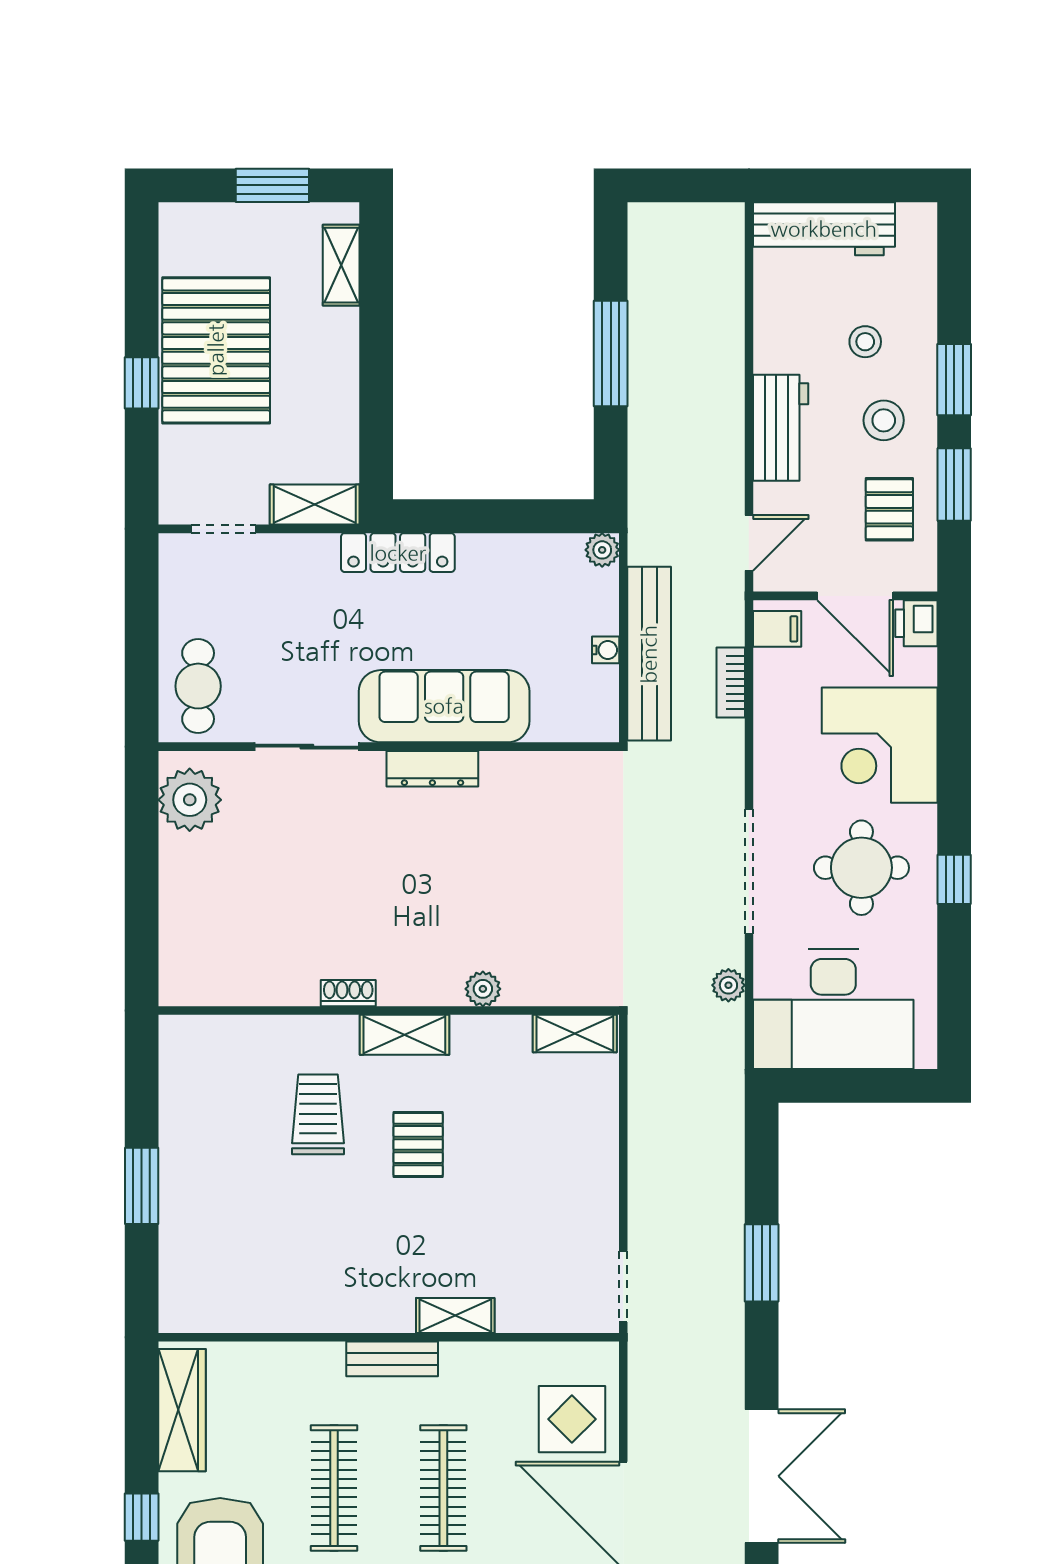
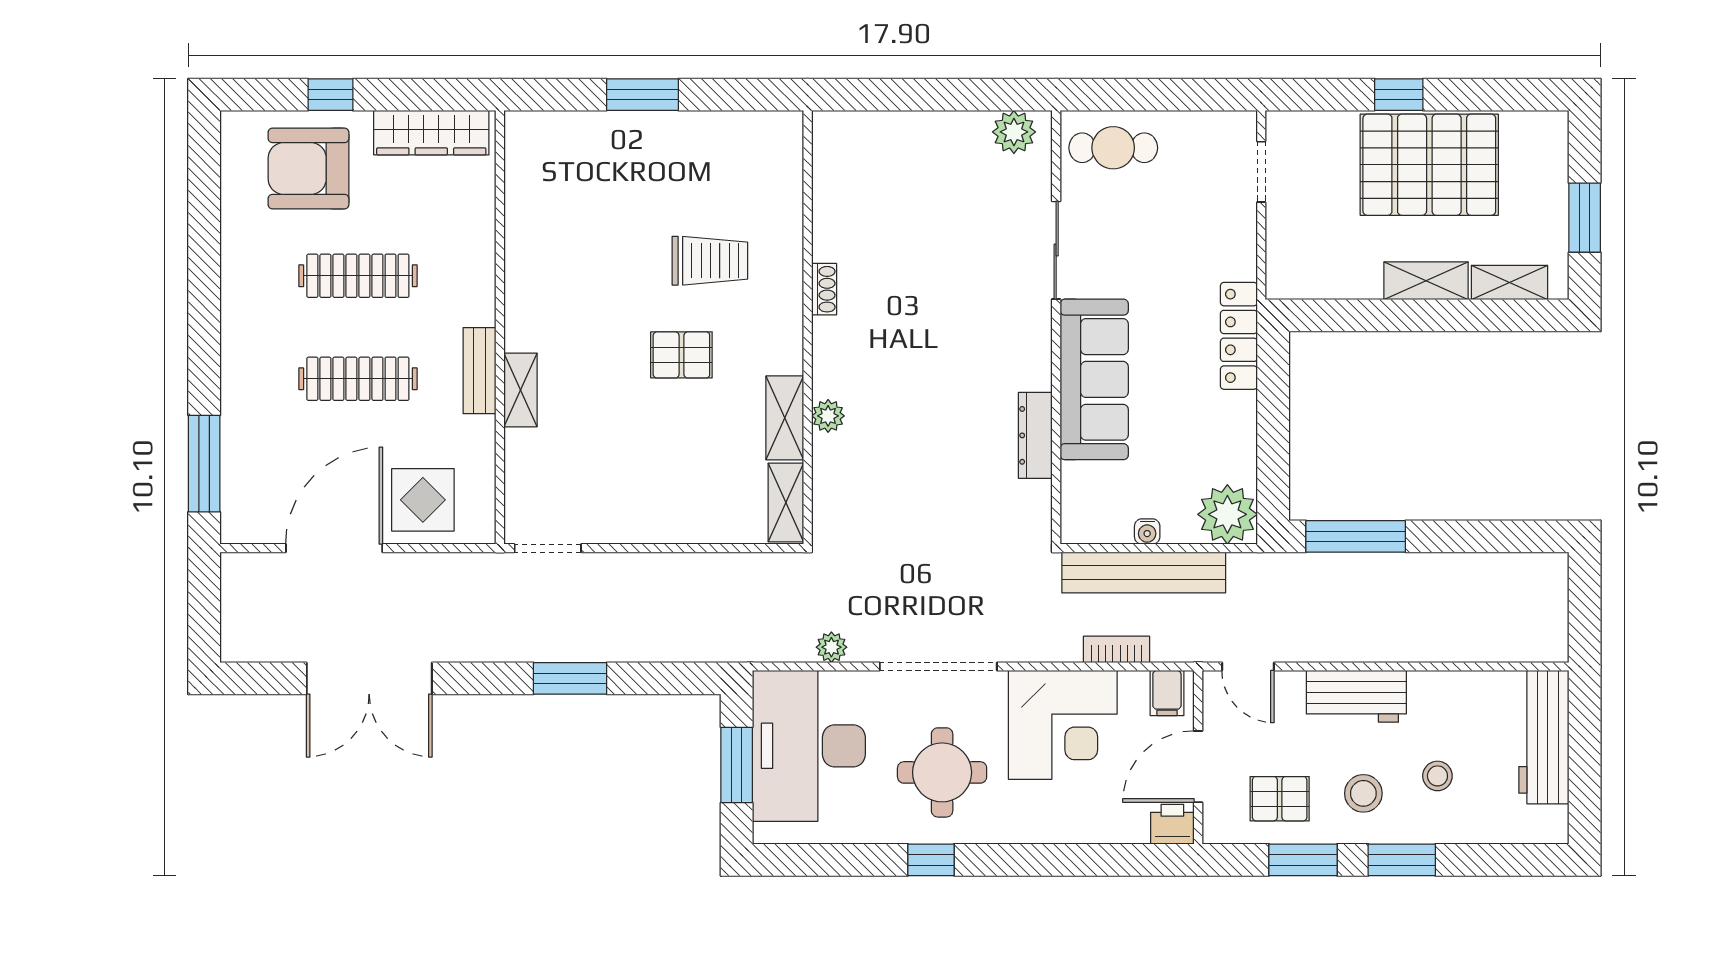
window: (611, 354) -> (1356, 536), moved
shelving: (315, 505) -> (1426, 281), moved, turned 90
plant: (602, 550) -> (1227, 514), width x1.88, depth x1.88
corner desk: (880, 745) -> (1063, 725), moved, turned 180
dresser: (432, 769) -> (1035, 435), moved
plant: (190, 800) -> (1014, 132), width x0.73, depth x0.73
shelving: (404, 1035) -> (785, 418), moved
window: (854, 1086) -> (737, 765), added
bench: (392, 1359) -> (480, 371), moved

